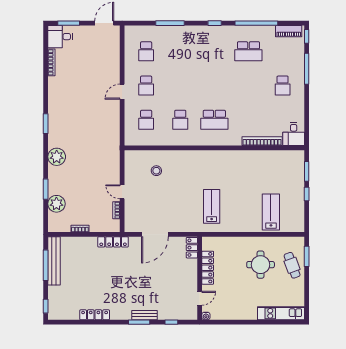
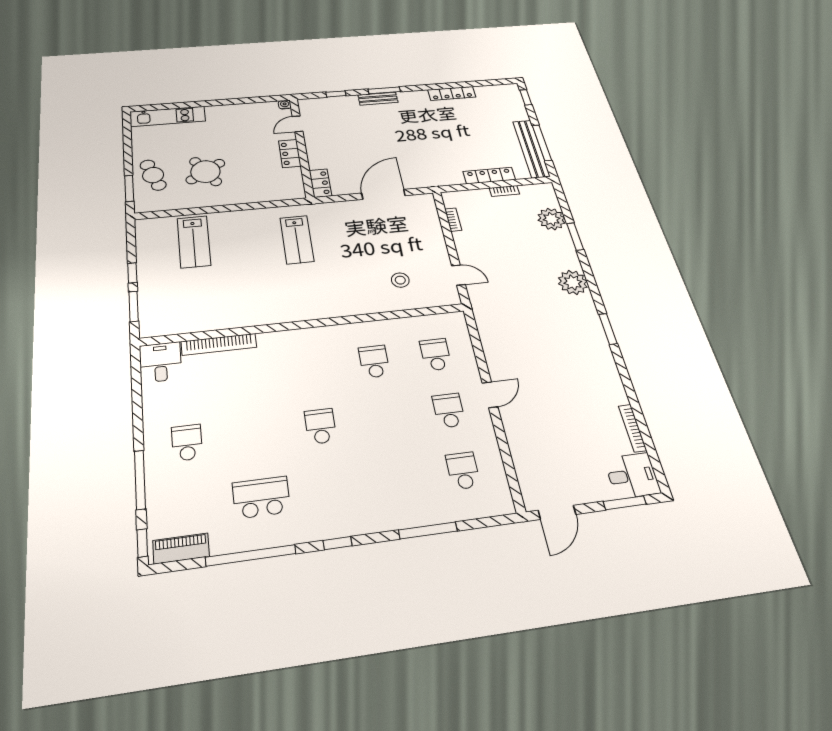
school desk: (214, 120) -> (320, 426), moved, width x0.54
door: (122, 192) -> (458, 275), moved
locker: (113, 242) -> (489, 176), moved
round table: (261, 265) -> (205, 172), turned -33
locker: (208, 268) -> (290, 154), width x0.66

